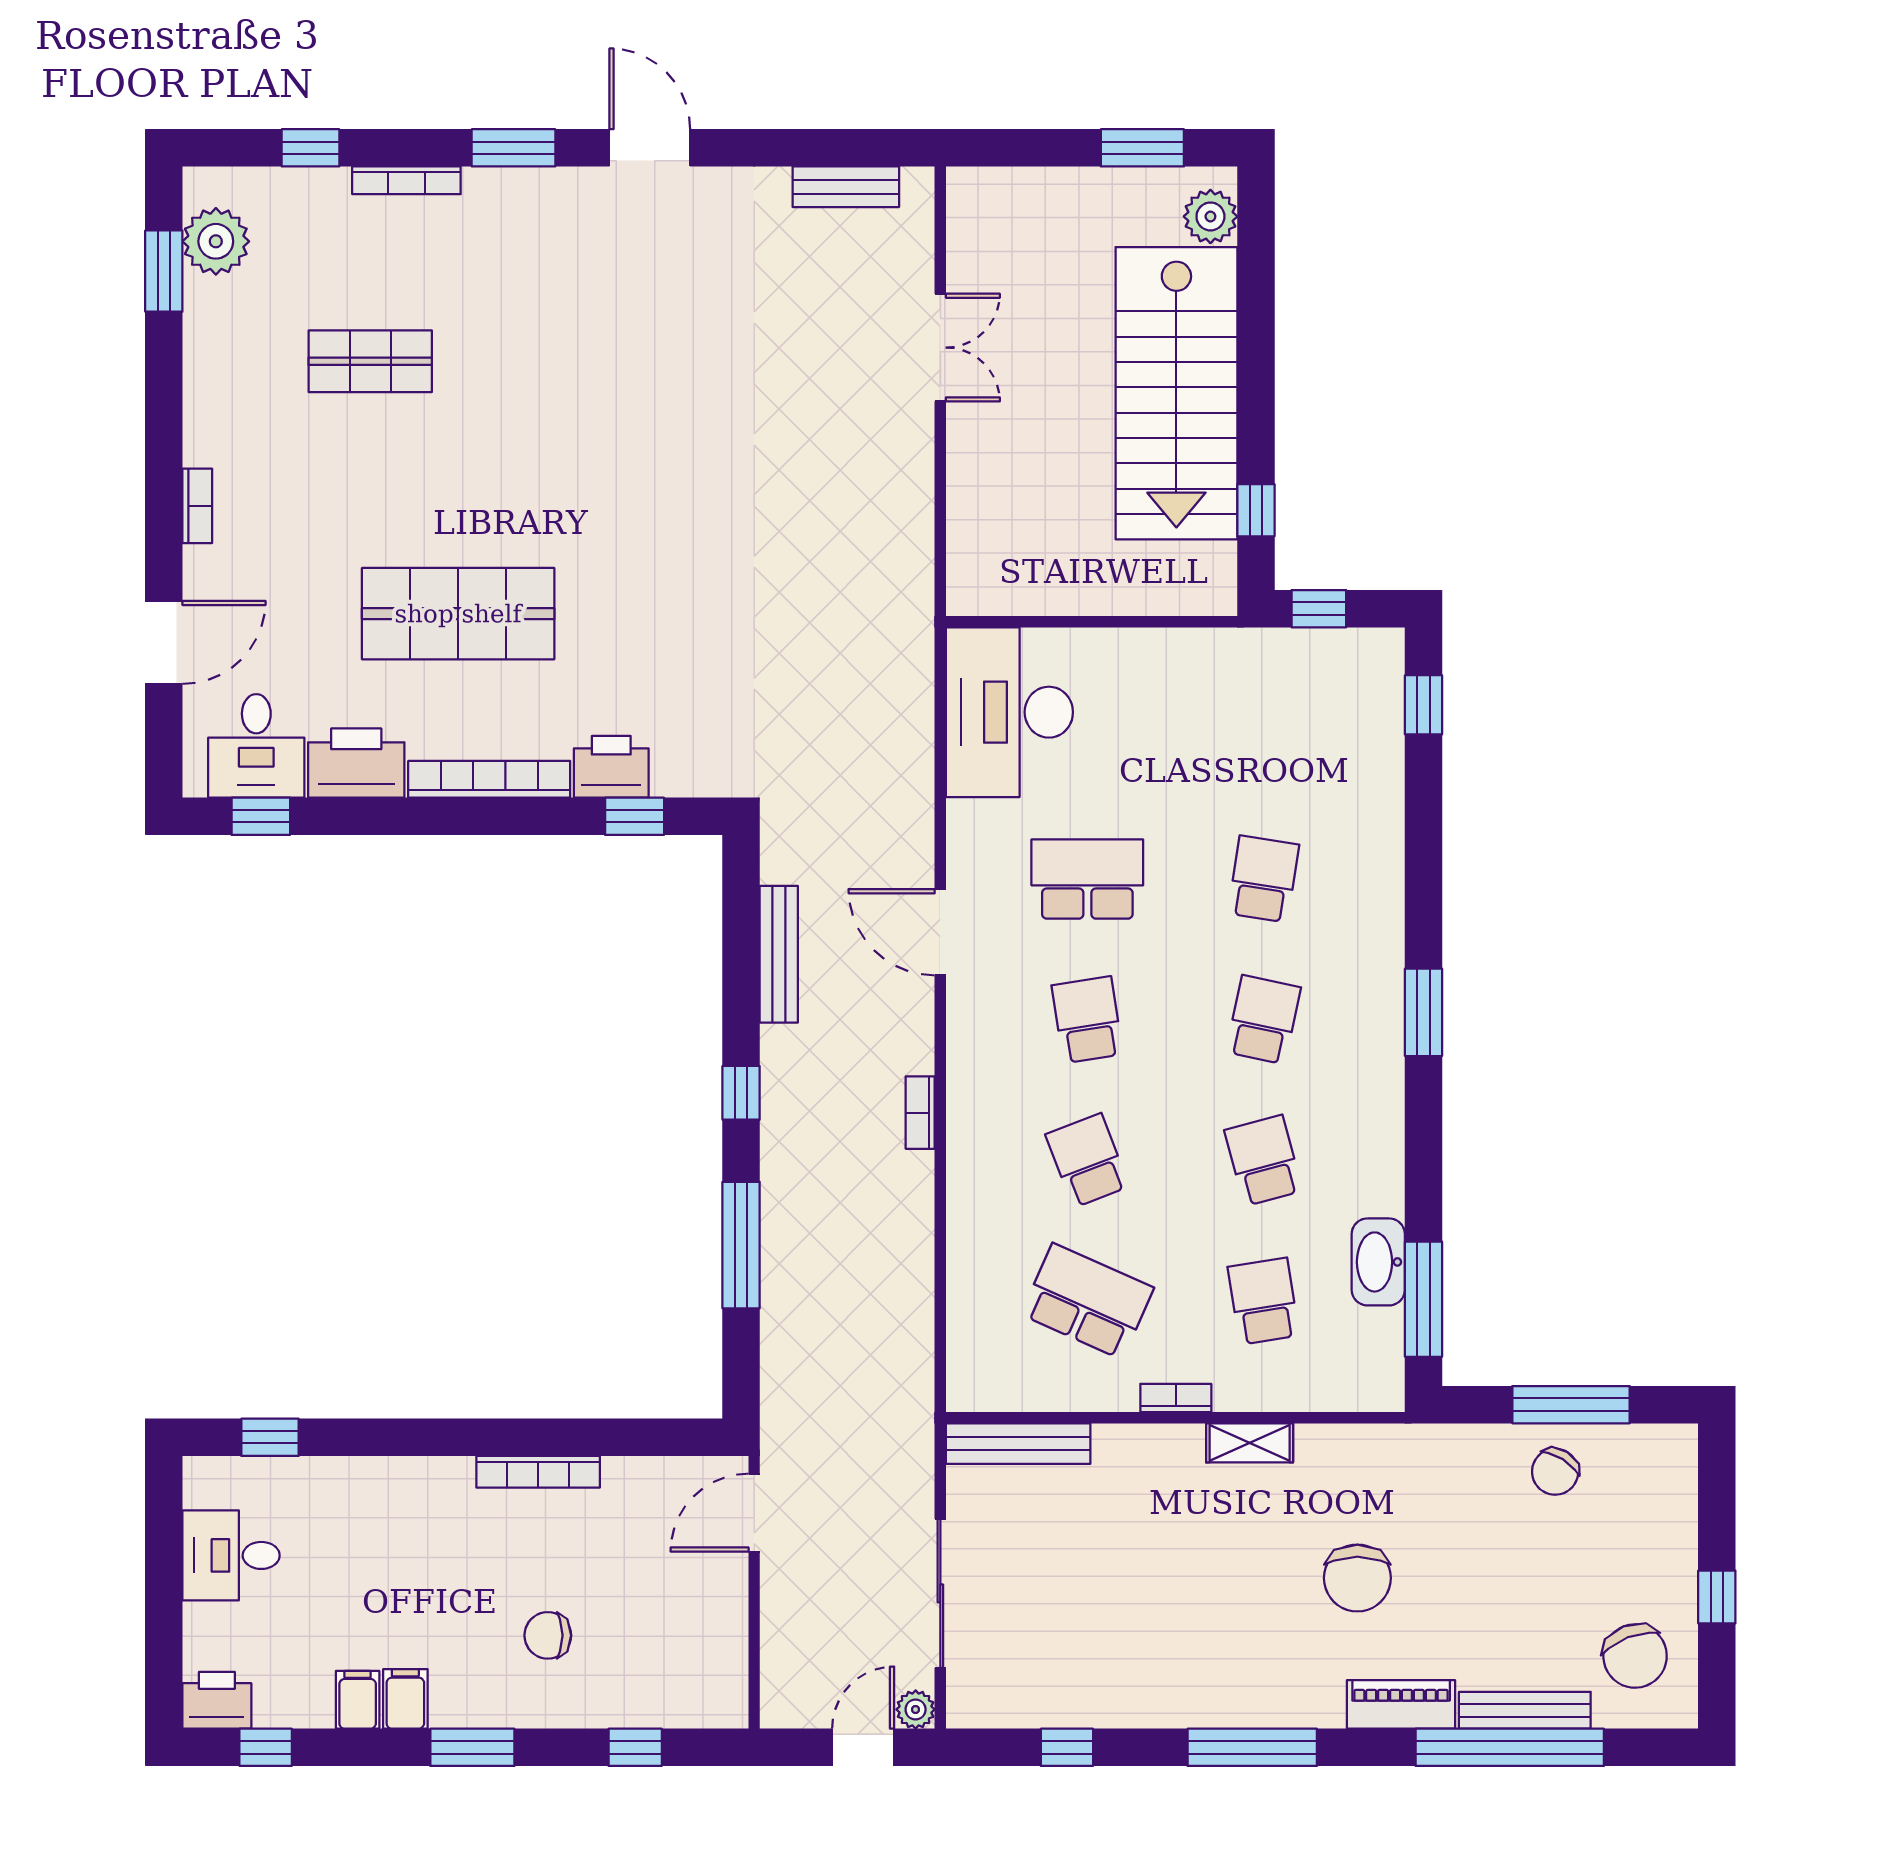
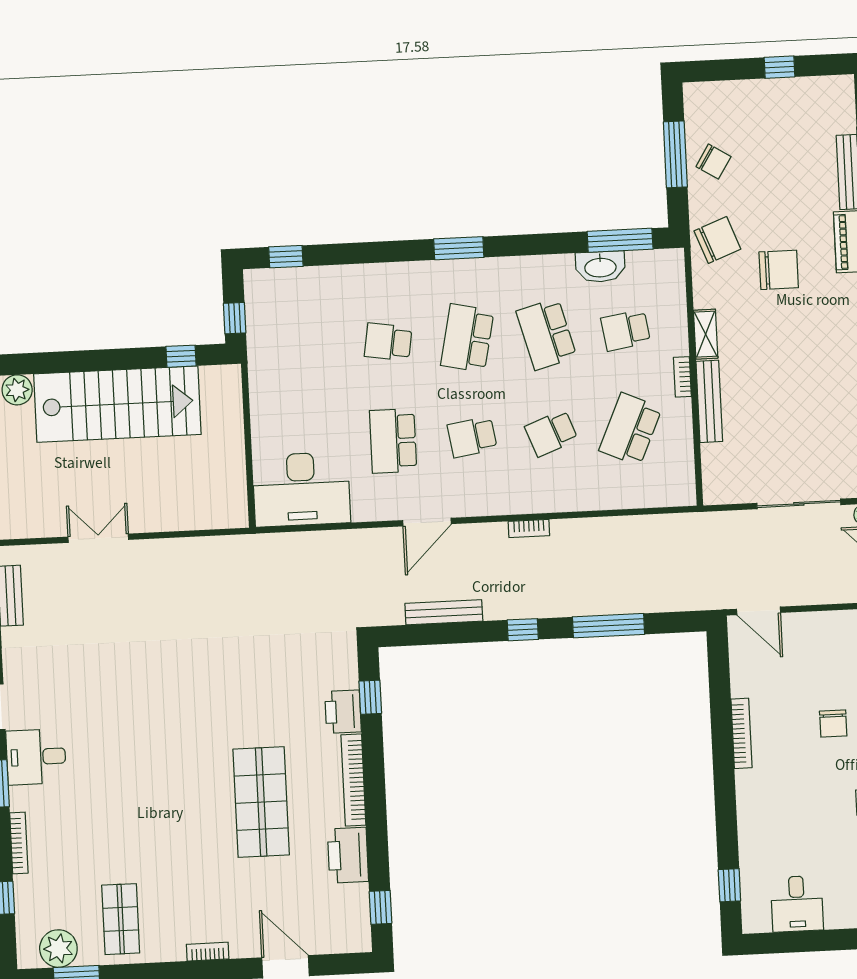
shop shelf: (370, 361) -> (121, 919), moved
desk: (256, 746) -> (36, 757), moved, turned 180
school desk: (1263, 1020) -> (467, 338), width x1.85
school desk: (1263, 1160) -> (546, 334), width x1.85
bench: (1018, 1444) -> (709, 401), moved
chair: (1635, 1656) -> (717, 240), moved

